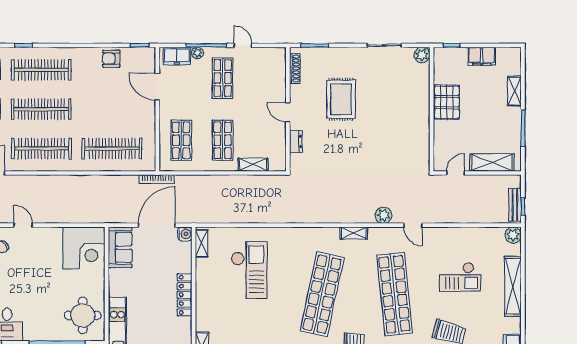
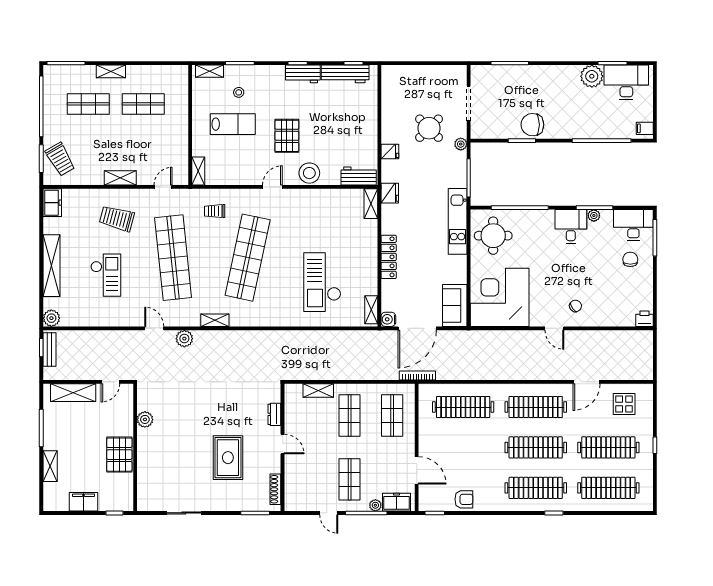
plant: (422, 55) -> (145, 419), moved
corner desk: (84, 248) -> (500, 297), width x1.36, depth x1.36
checkout: (460, 277) -> (106, 275), turned 90

